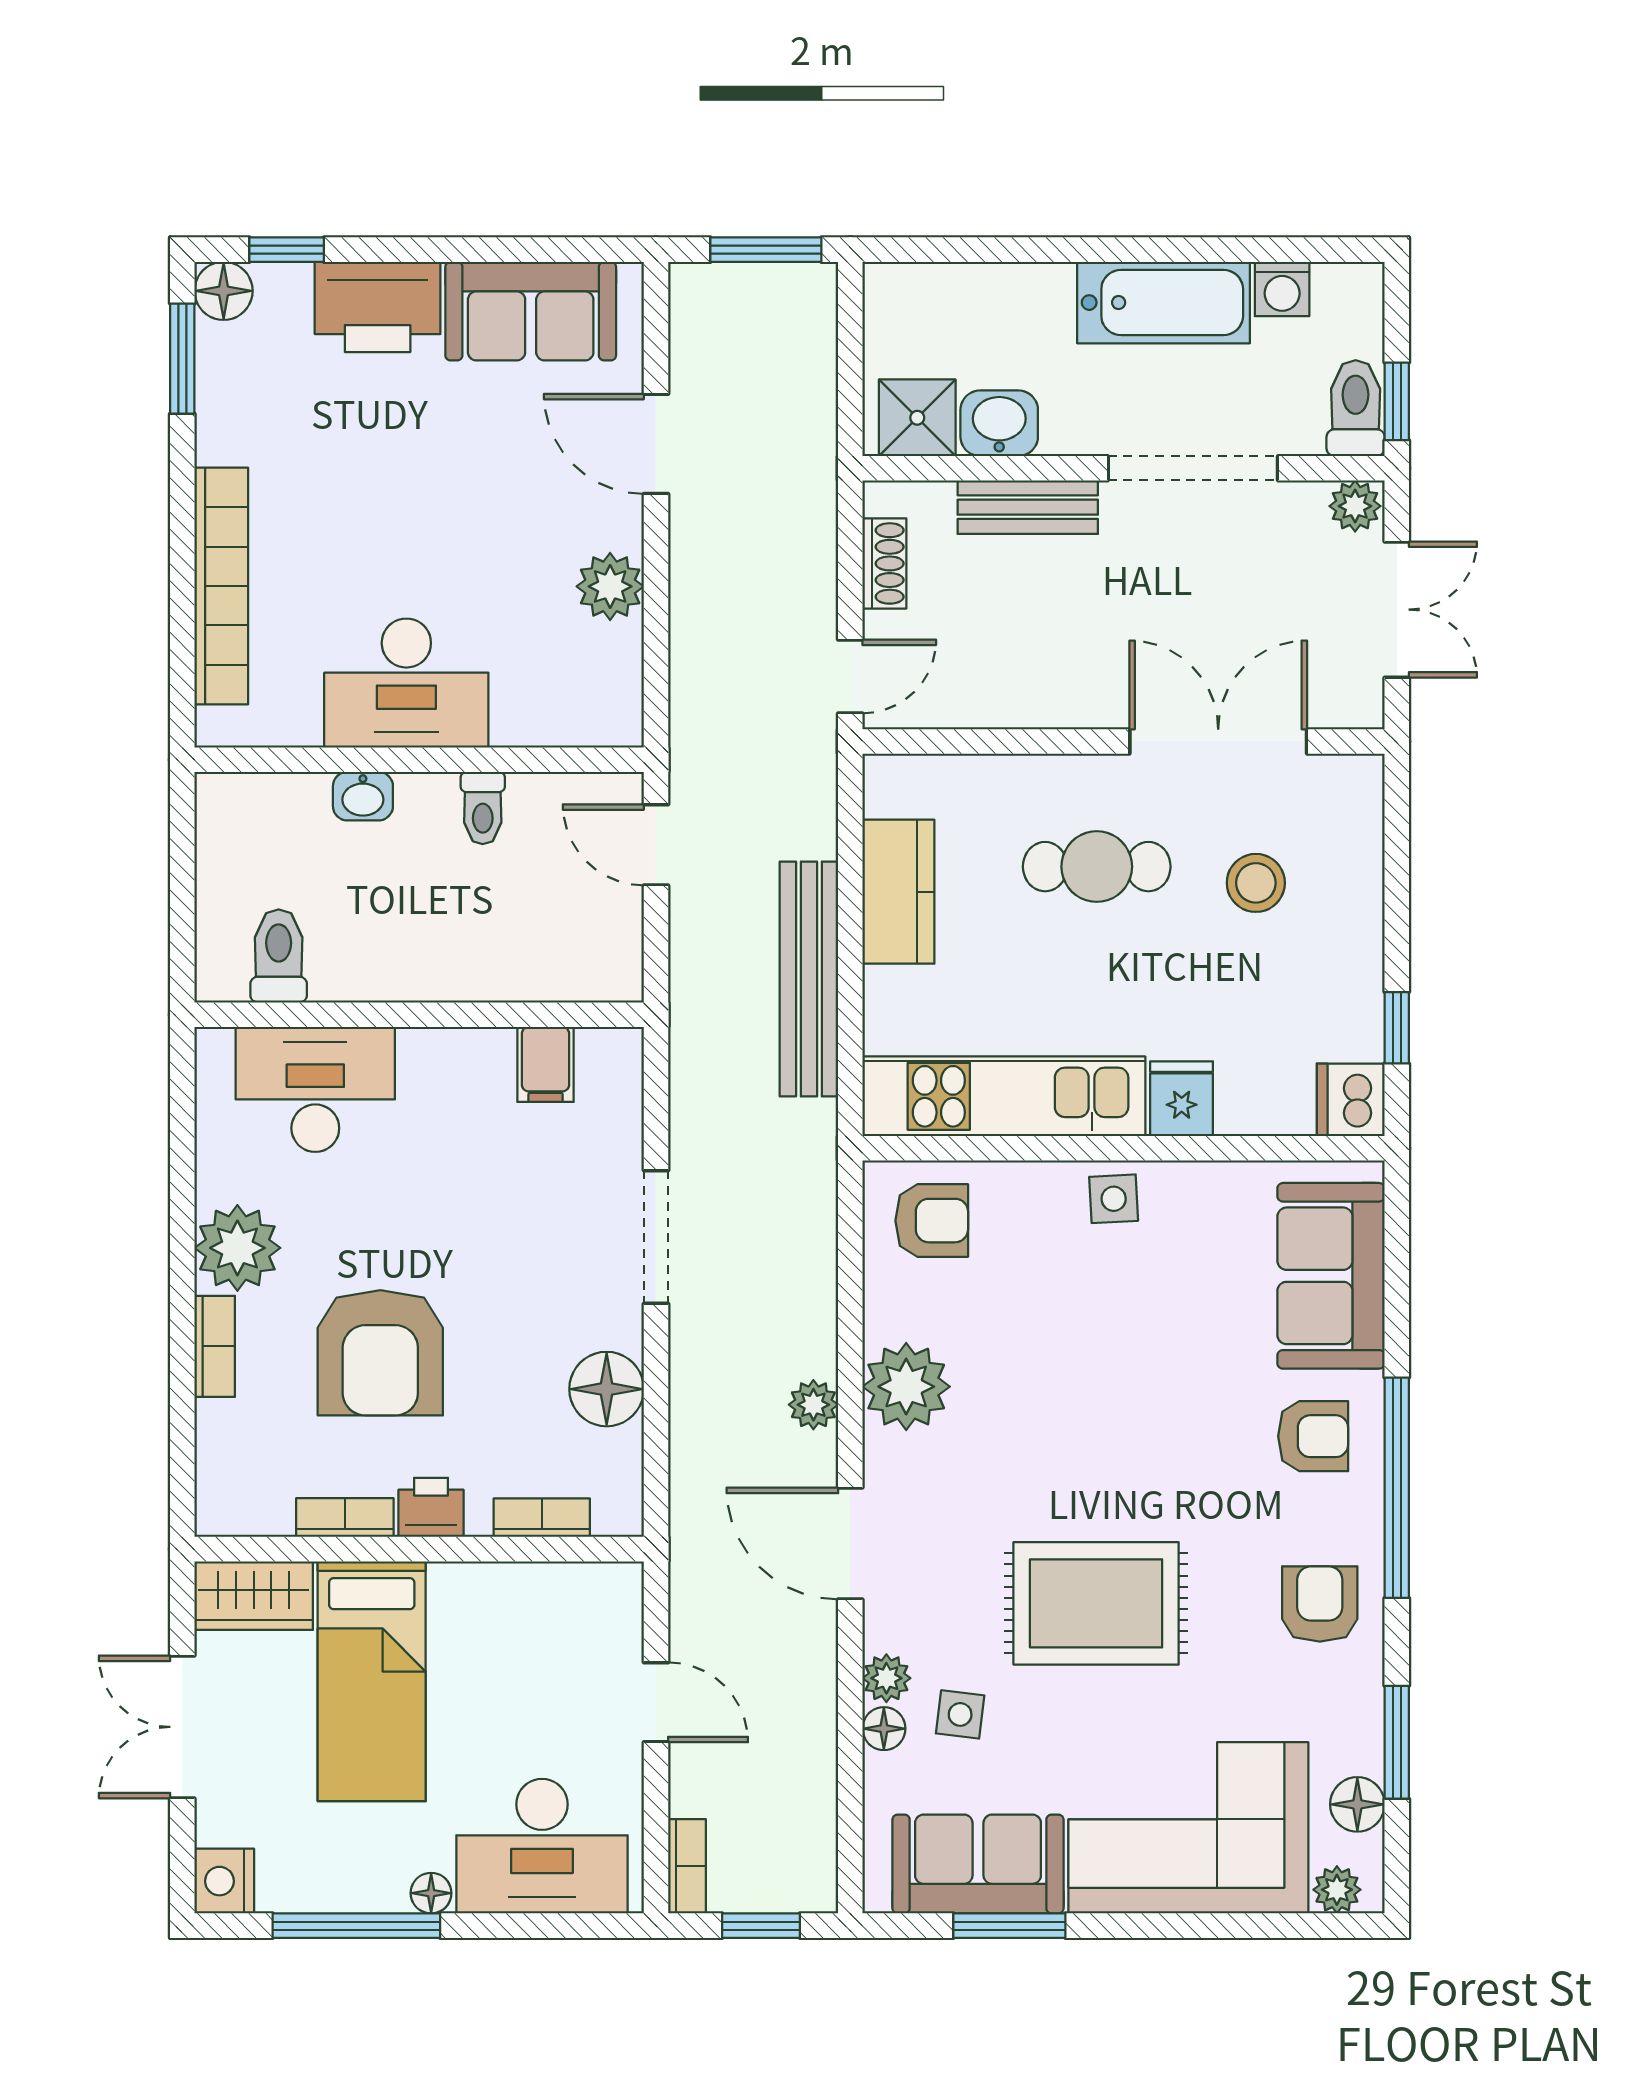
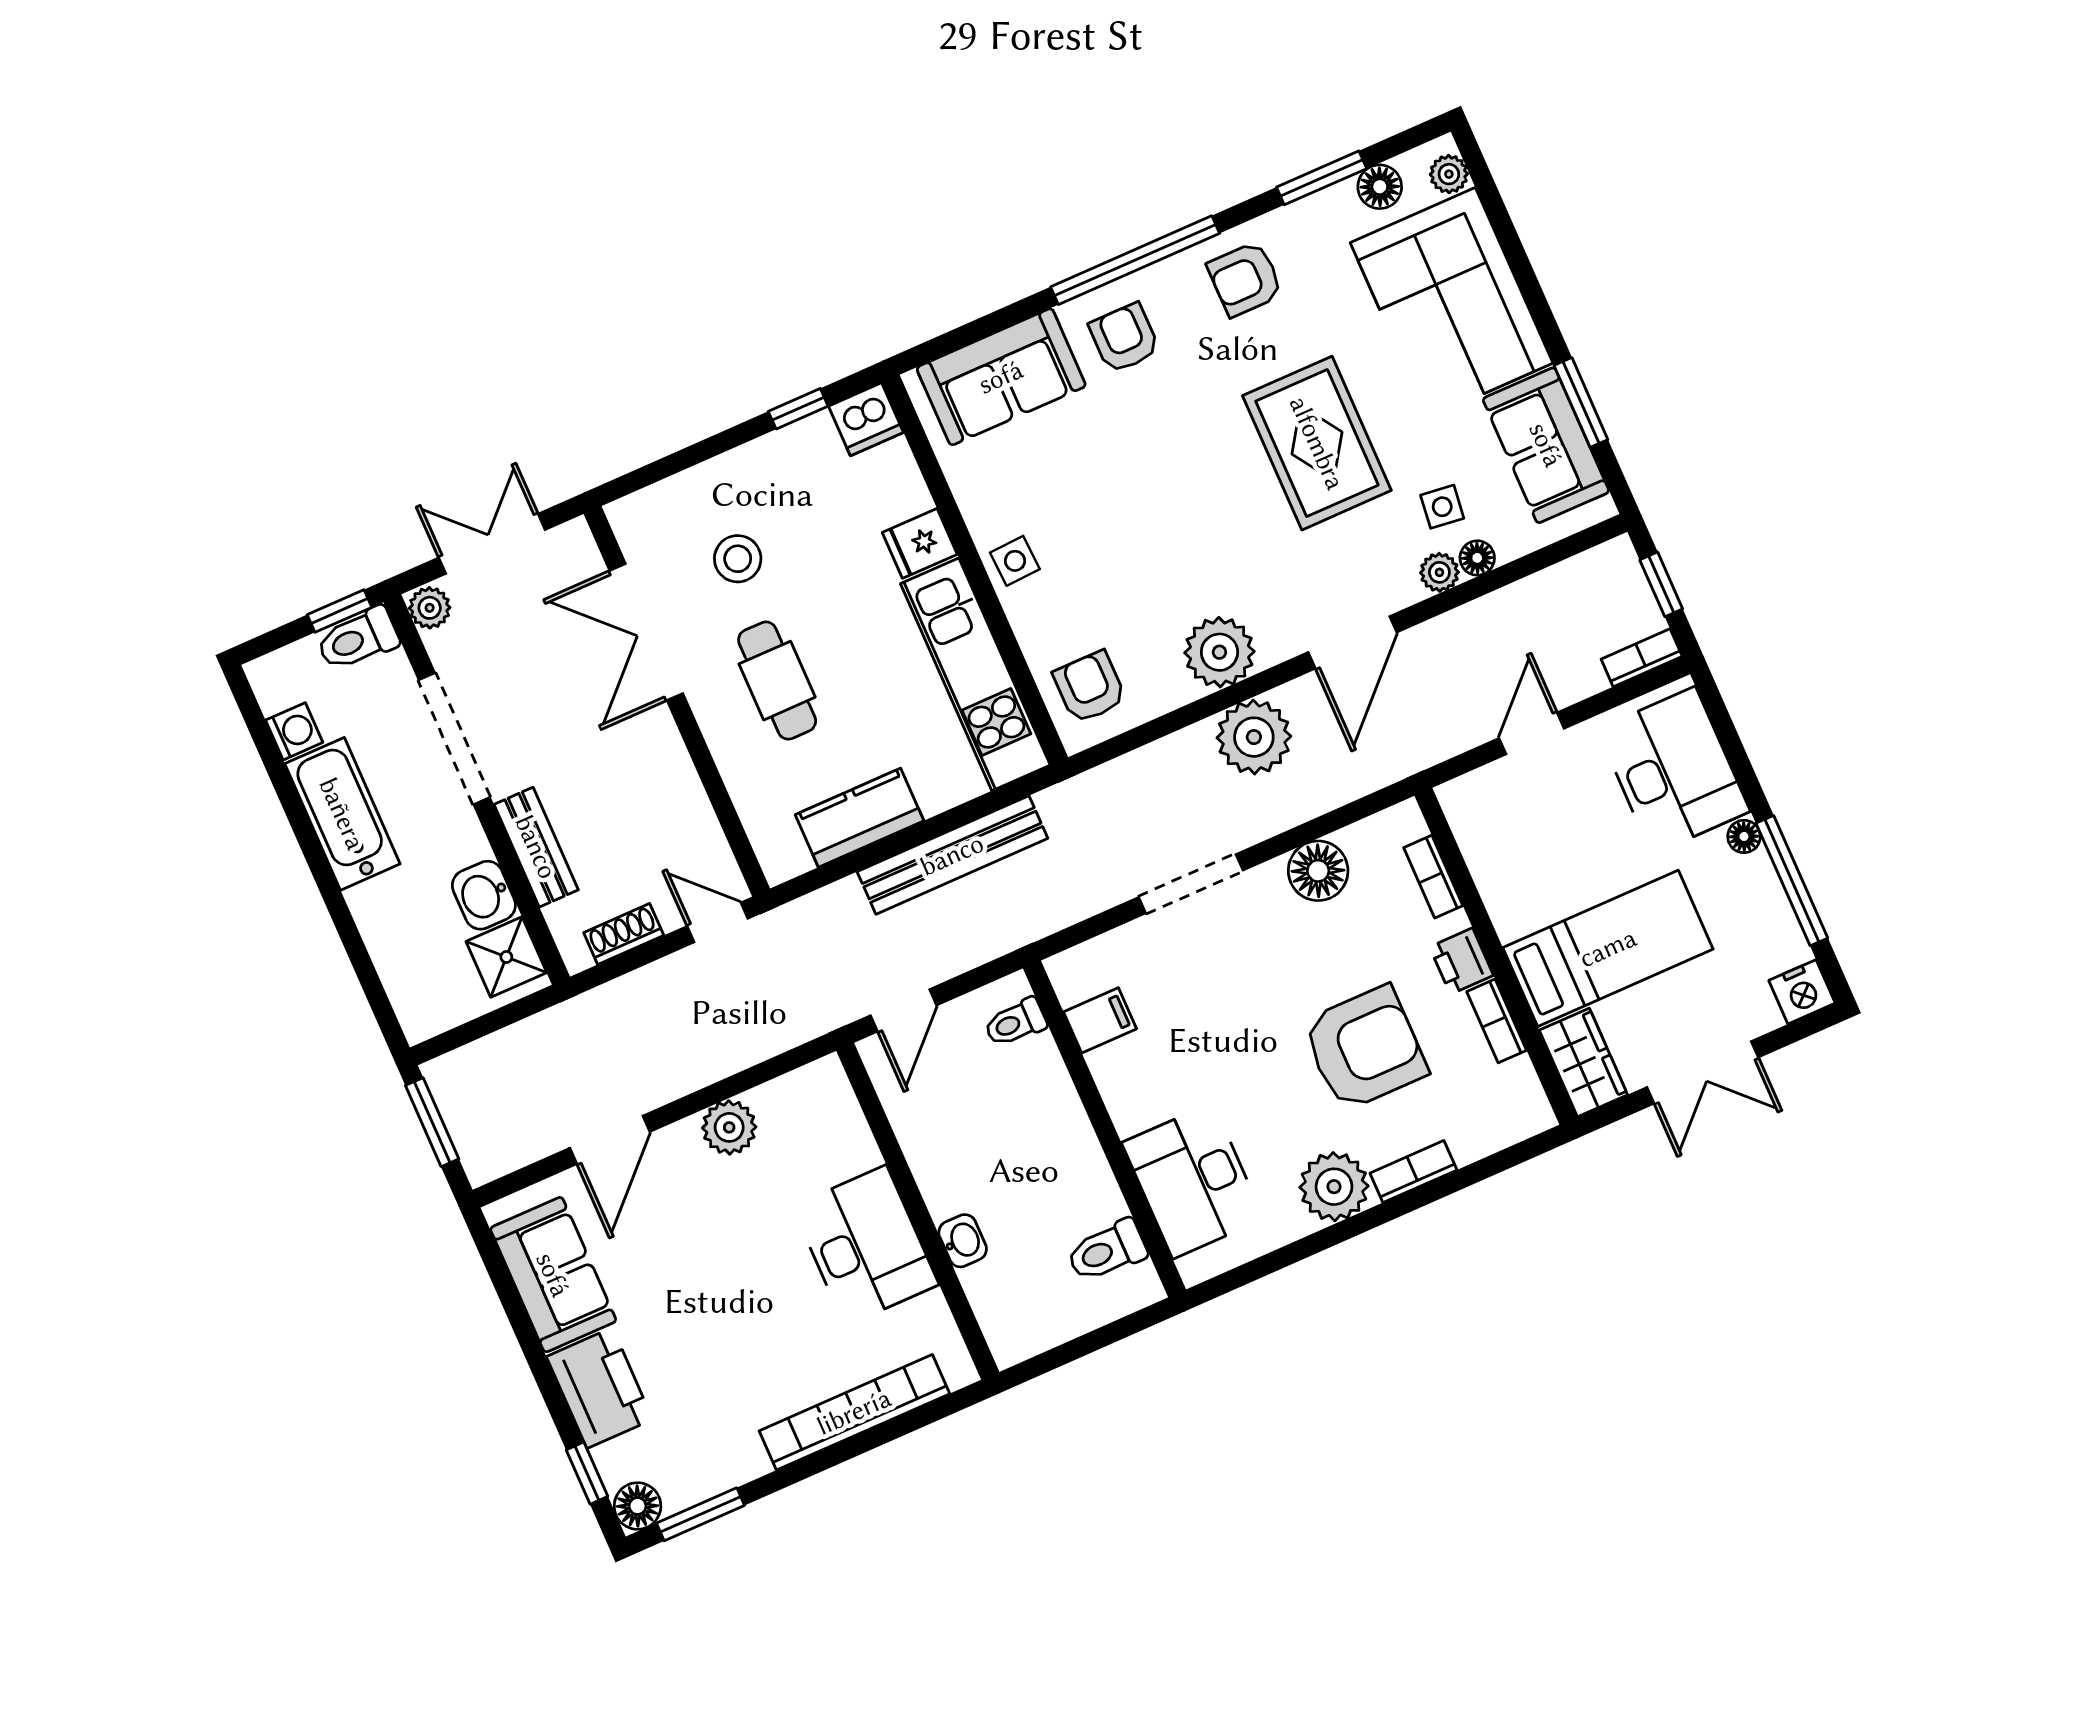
toilet: (483, 808) -> (1015, 1023), moved, turned 180
plant: (813, 1405) -> (1254, 737), width x1.88, depth x1.88

